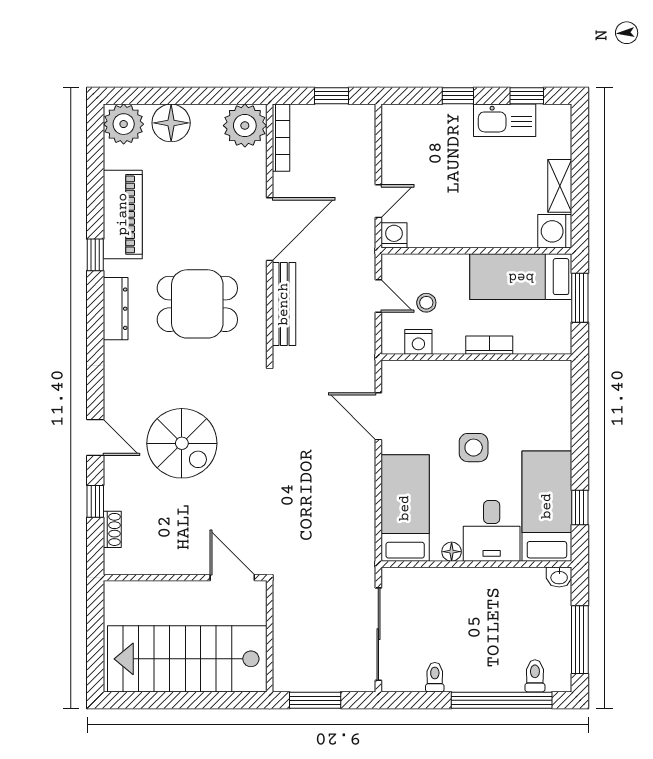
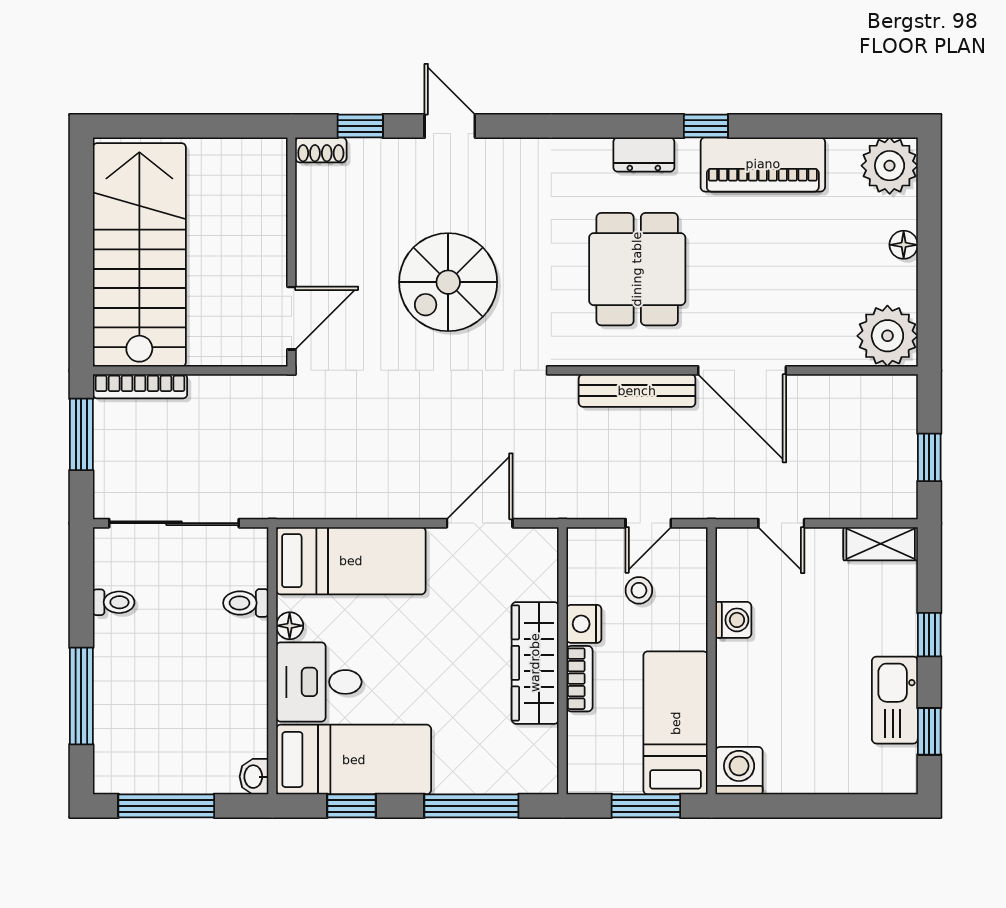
floor lamp: (171, 123) -> (904, 245), width x0.53, depth x0.53
bookcase: (281, 138) -> (140, 386), moved
shelving: (560, 186) -> (881, 544), moved
washing machine: (394, 235) -> (733, 620), moved
dresser: (116, 309) -> (644, 155), width x0.70
nightstand: (418, 342) -> (584, 624), moved
wardrobe: (478, 377) -> (535, 663), added
window: (580, 422) -> (471, 806), added
door: (95, 438) -> (450, 126), swing flipped
spiral stairs: (182, 443) -> (448, 282), moved
side table: (474, 448) -> (436, 657), removed
wall: (185, 578) -> (291, 252), moved
door: (232, 578) -> (291, 318), moved
toilet: (535, 676) -> (246, 603), moved, turned 180
window: (502, 700) -> (81, 696), width x0.68

